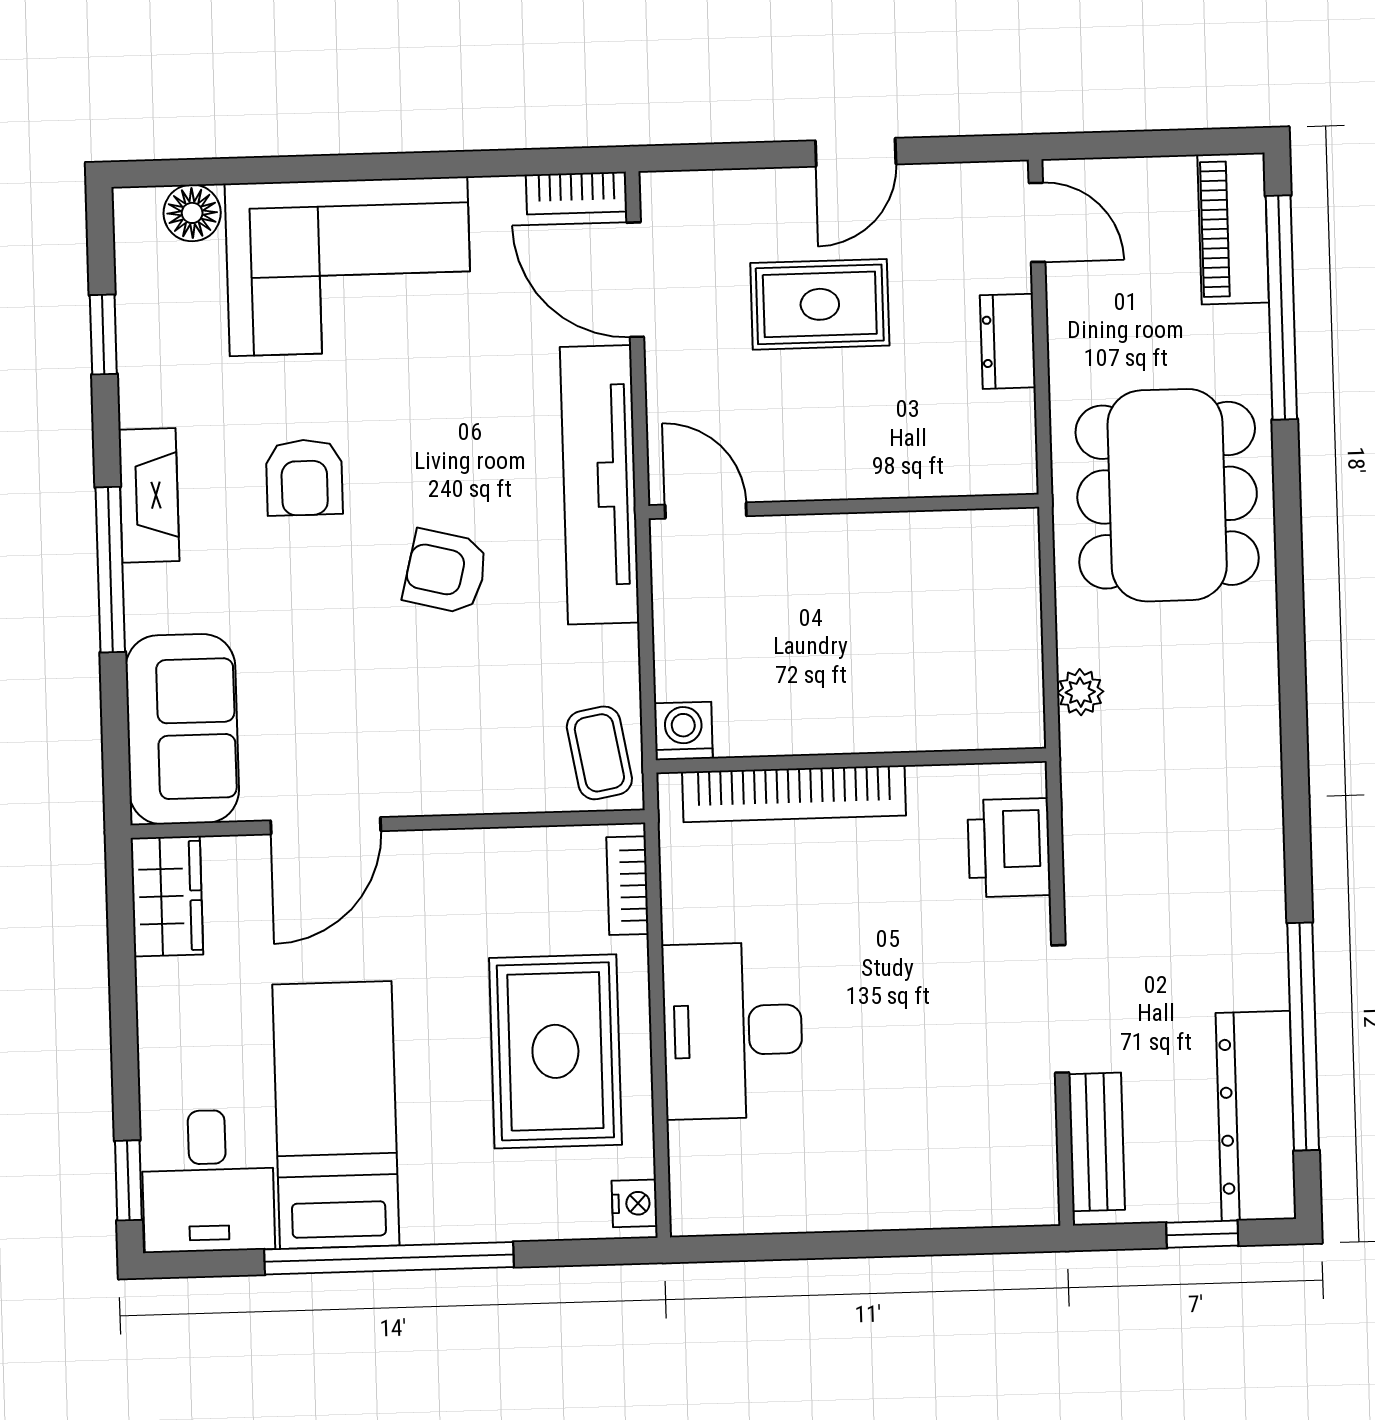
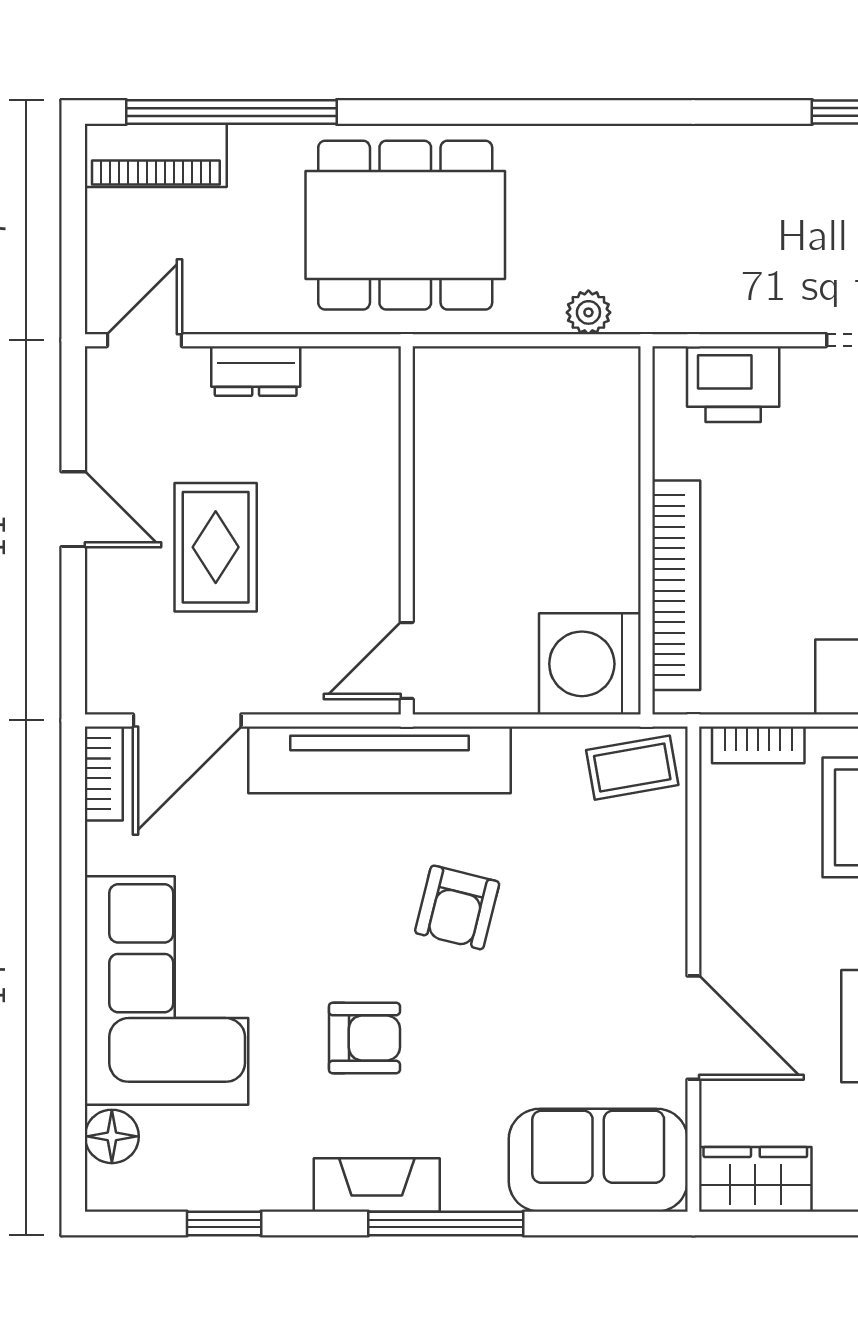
washing machine: (683, 731) -> (590, 664), width x1.89, depth x1.89

